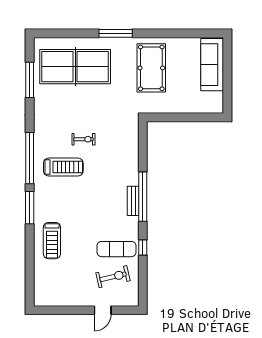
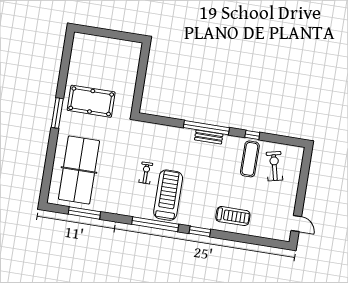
window: (116, 33) -> (57, 113), moved
sofa: (212, 65) -> (97, 46), removed
treadmill: (63, 167) -> (168, 195), width x1.37, depth x1.38
window: (30, 208) -> (200, 231), width x0.69
door: (103, 310) -> (296, 224), moved

